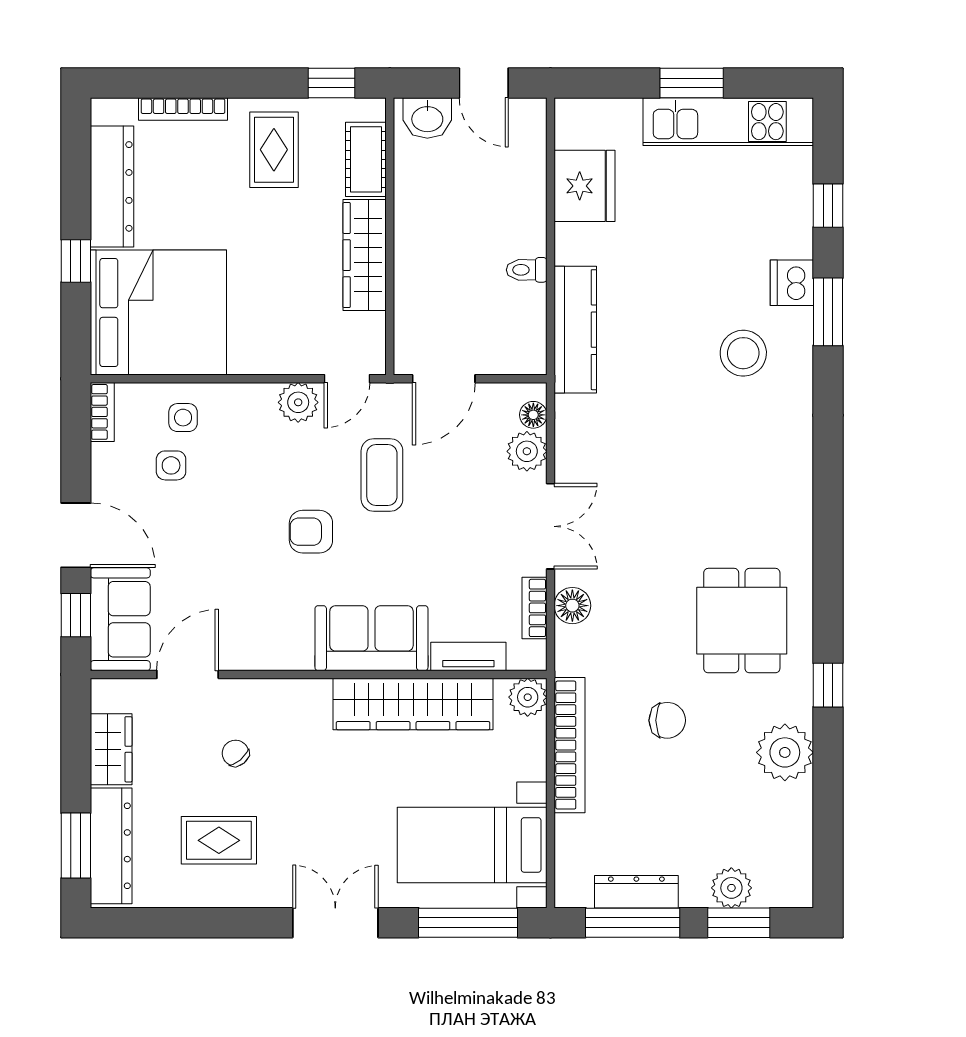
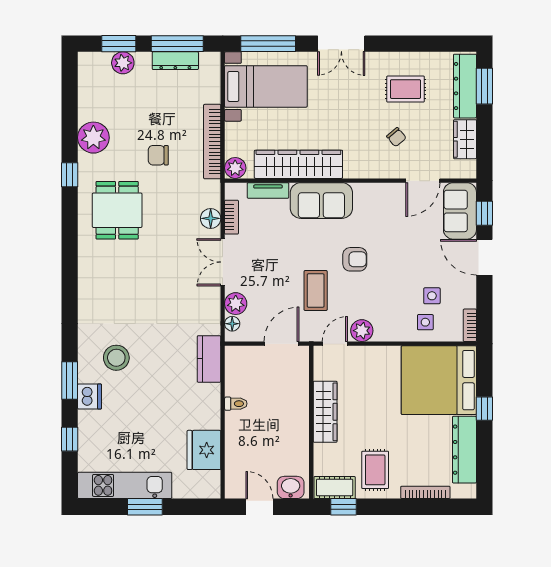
cot: (366, 159) -> (335, 487), moved, turned 90
kitchen counter: (575, 330) -> (209, 359), width x0.67

